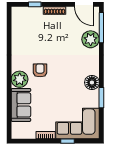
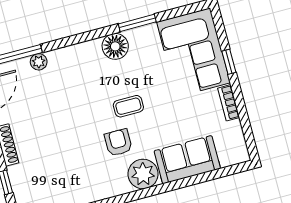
plant: (91, 39) -> (39, 62), width x0.53, depth x0.53
armchair: (40, 70) -> (118, 142), turned 90
coffee table: (58, 81) -> (128, 106), added

